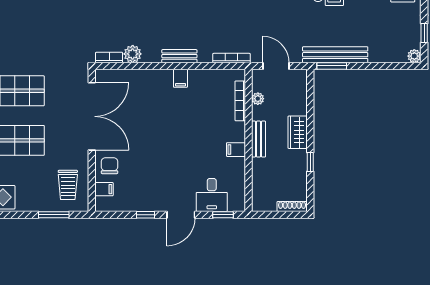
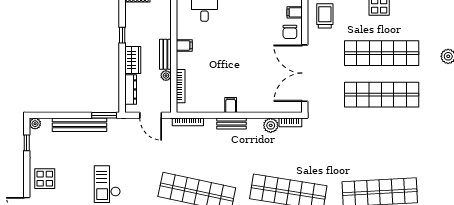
bench: (335, 55) -> (80, 125), moved
dresser: (300, 97) -> (131, 89), added
plant: (258, 99) -> (166, 76), moved

